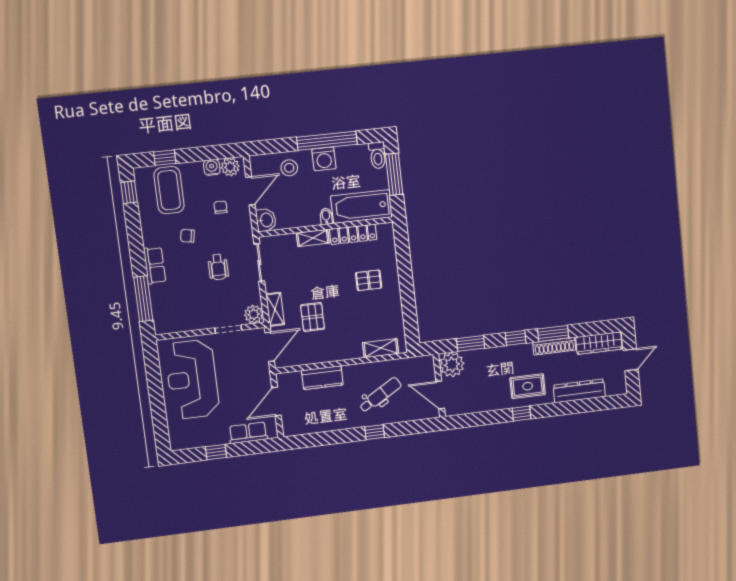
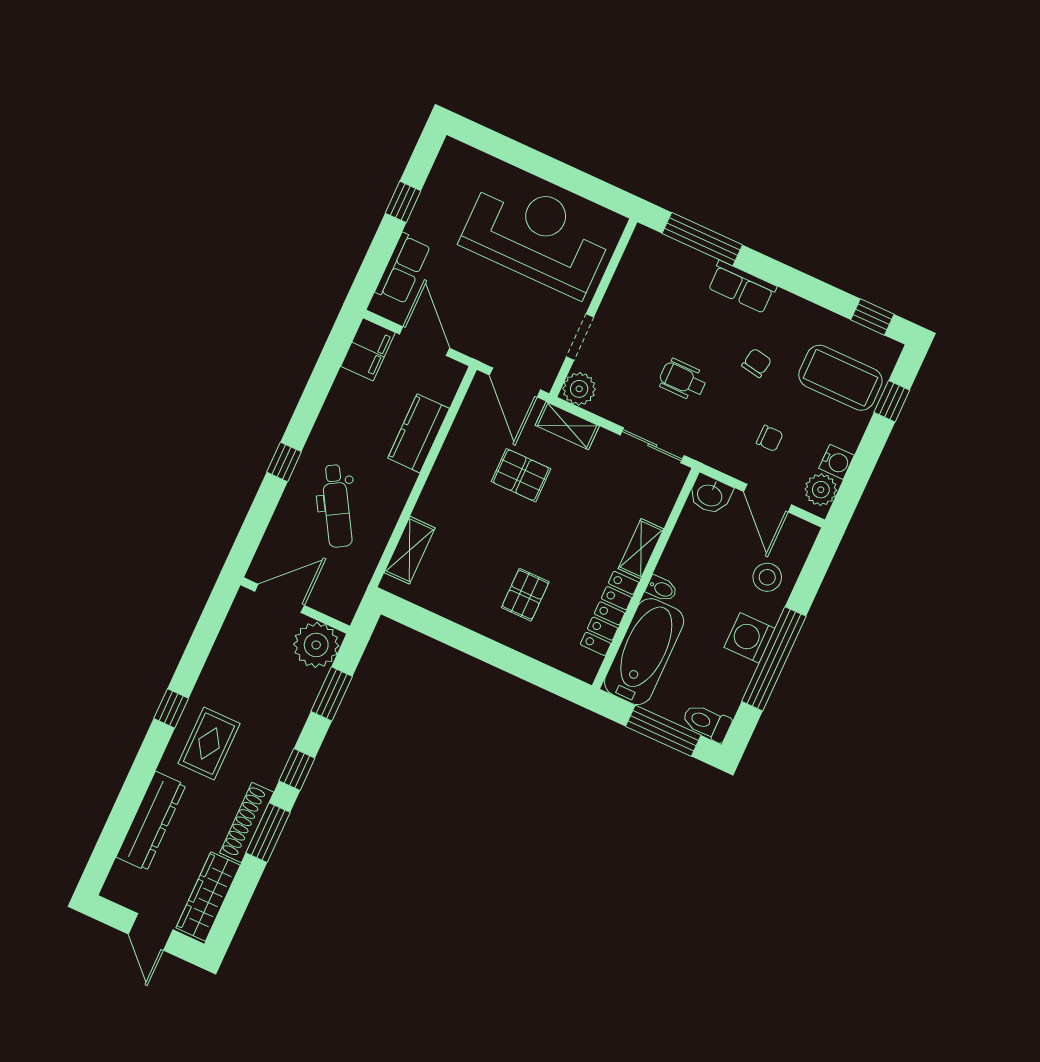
filing cabinet: (297, 426) -> (368, 349), added

